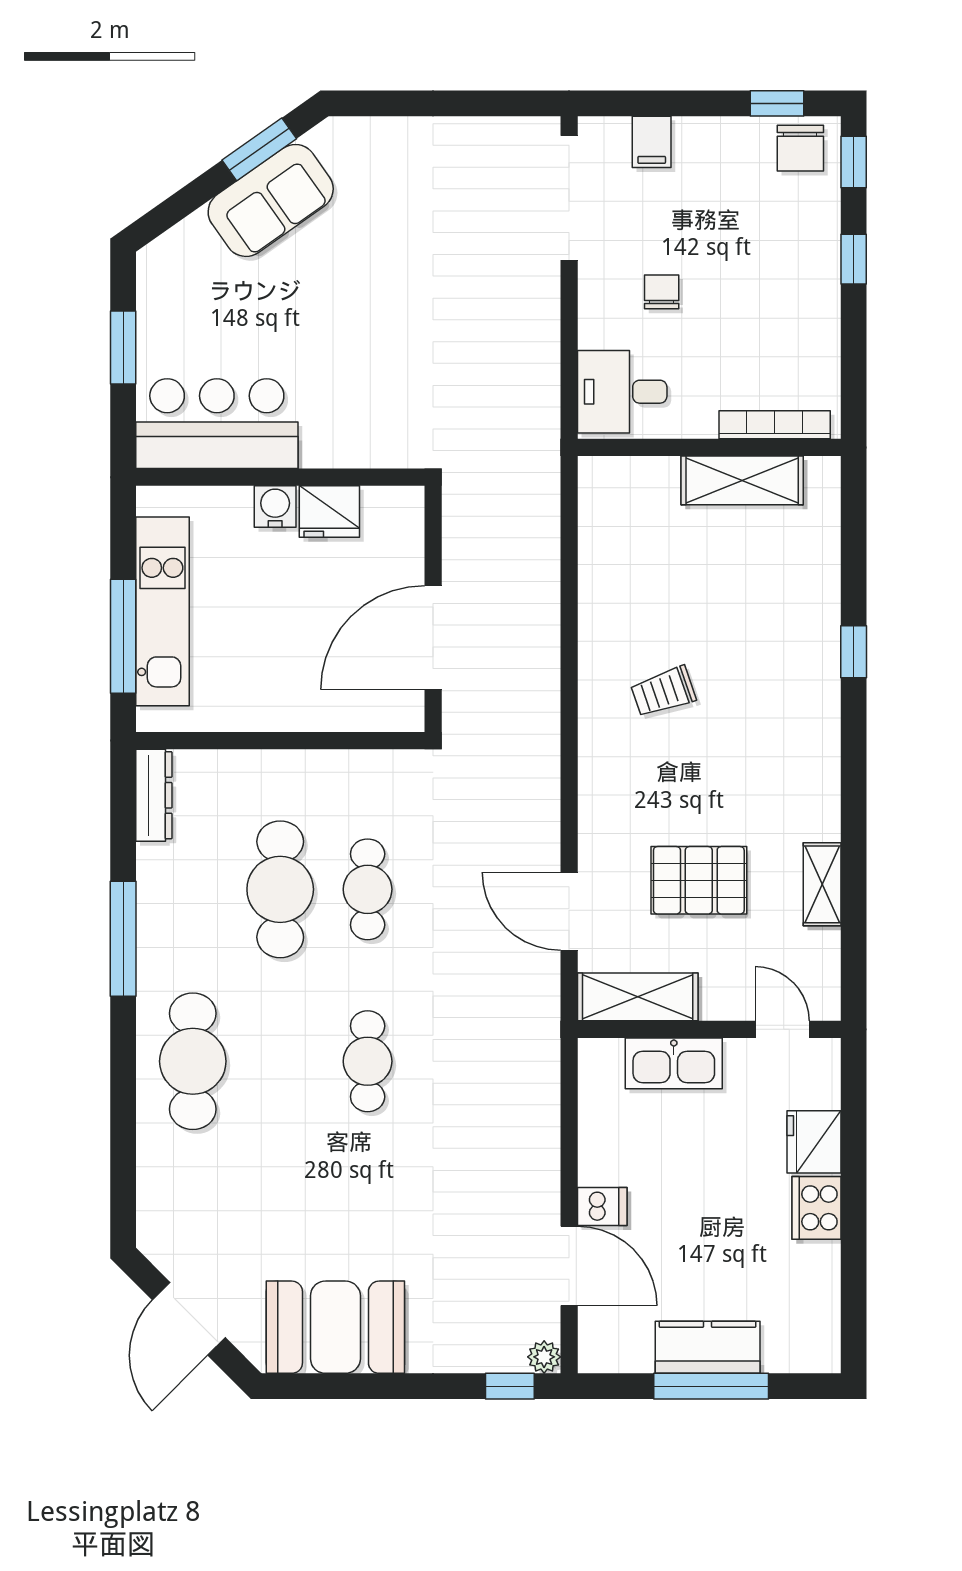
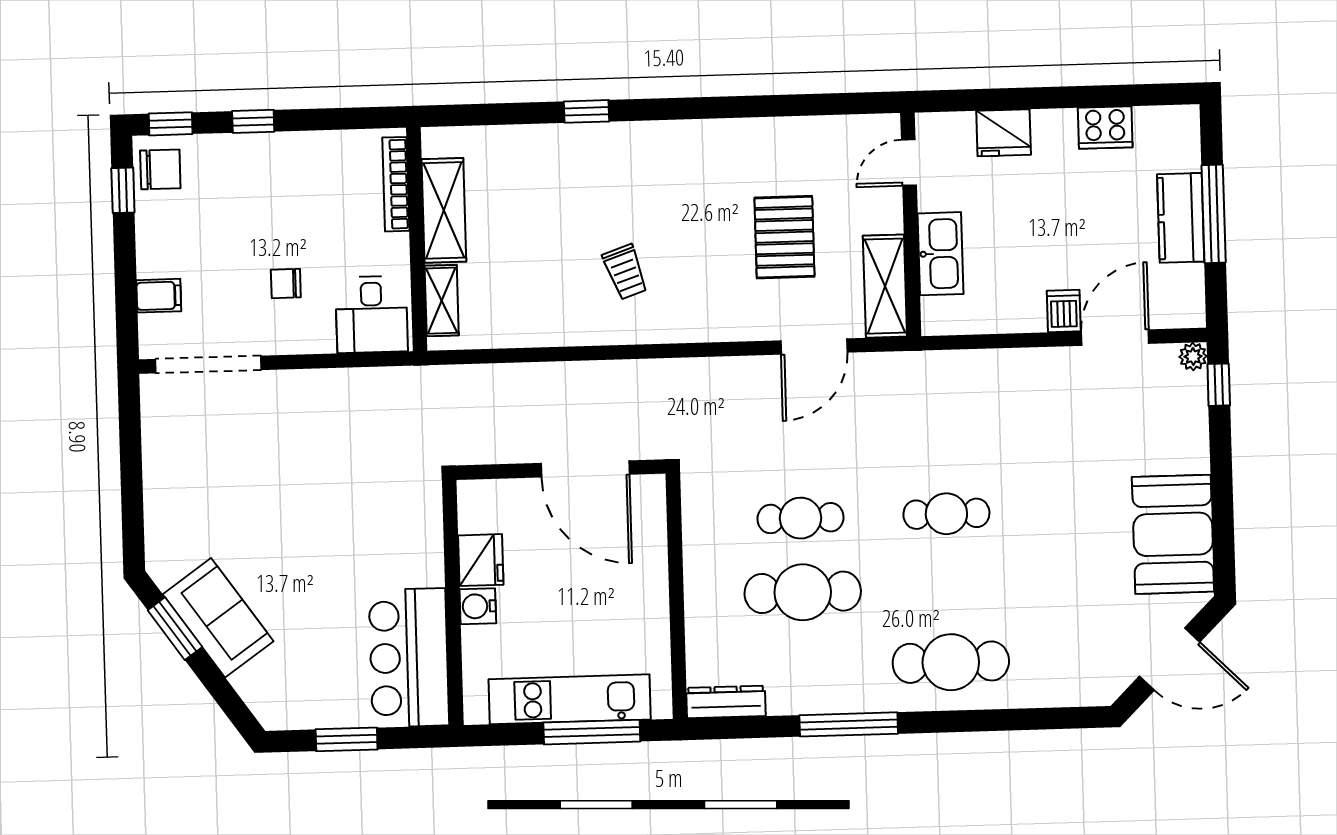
shelving: (822, 884) -> (442, 301), moved, turned 90
cooker: (817, 1208) -> (1105, 128), moved

